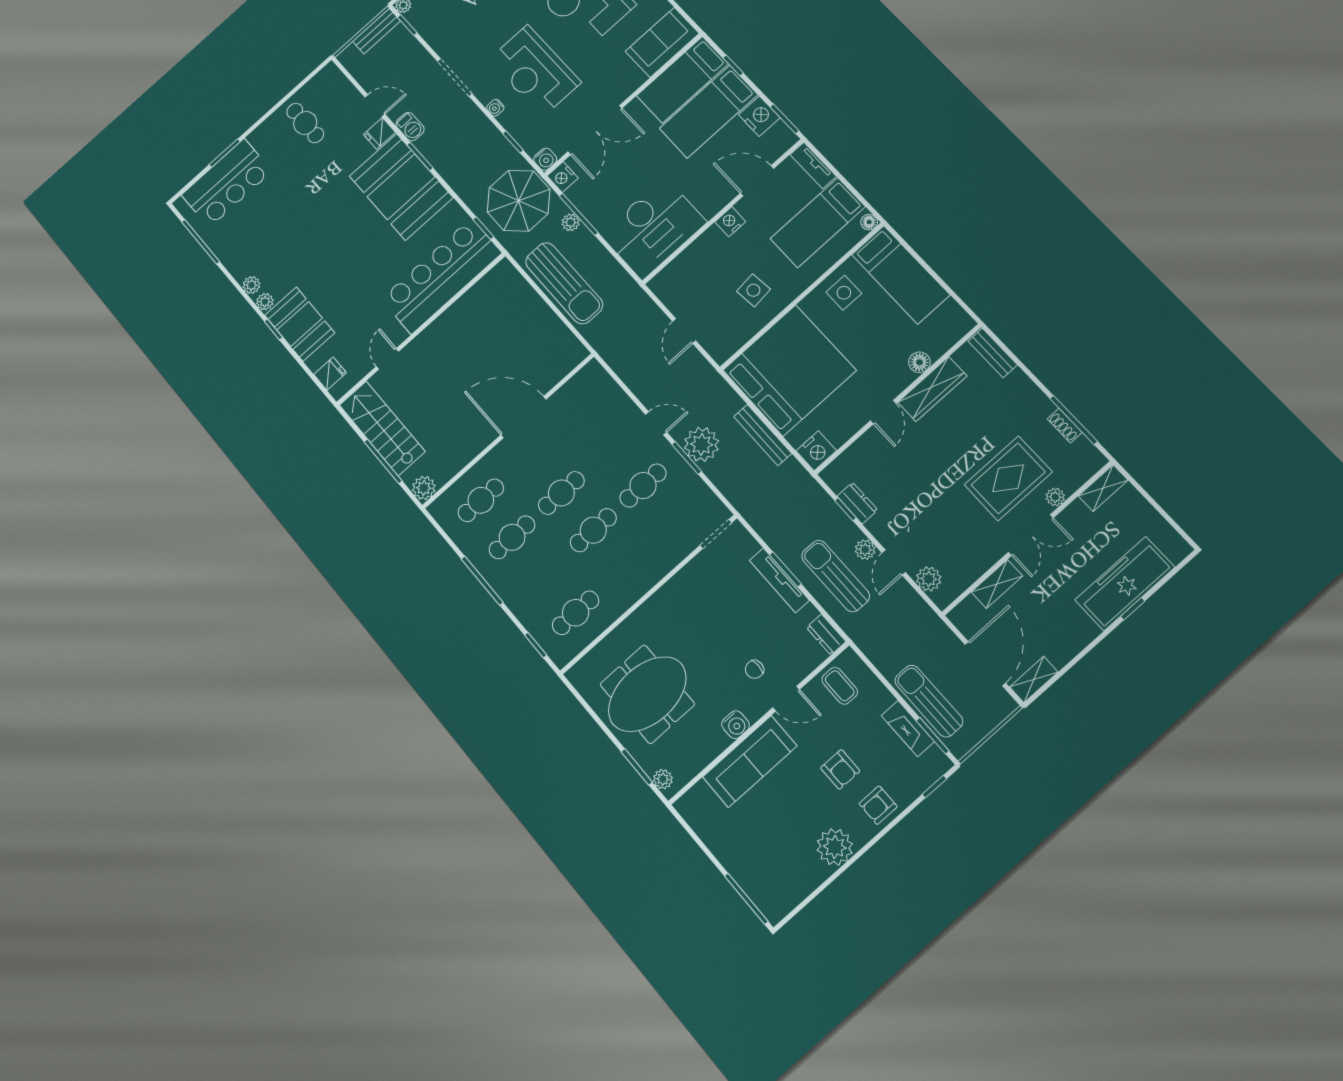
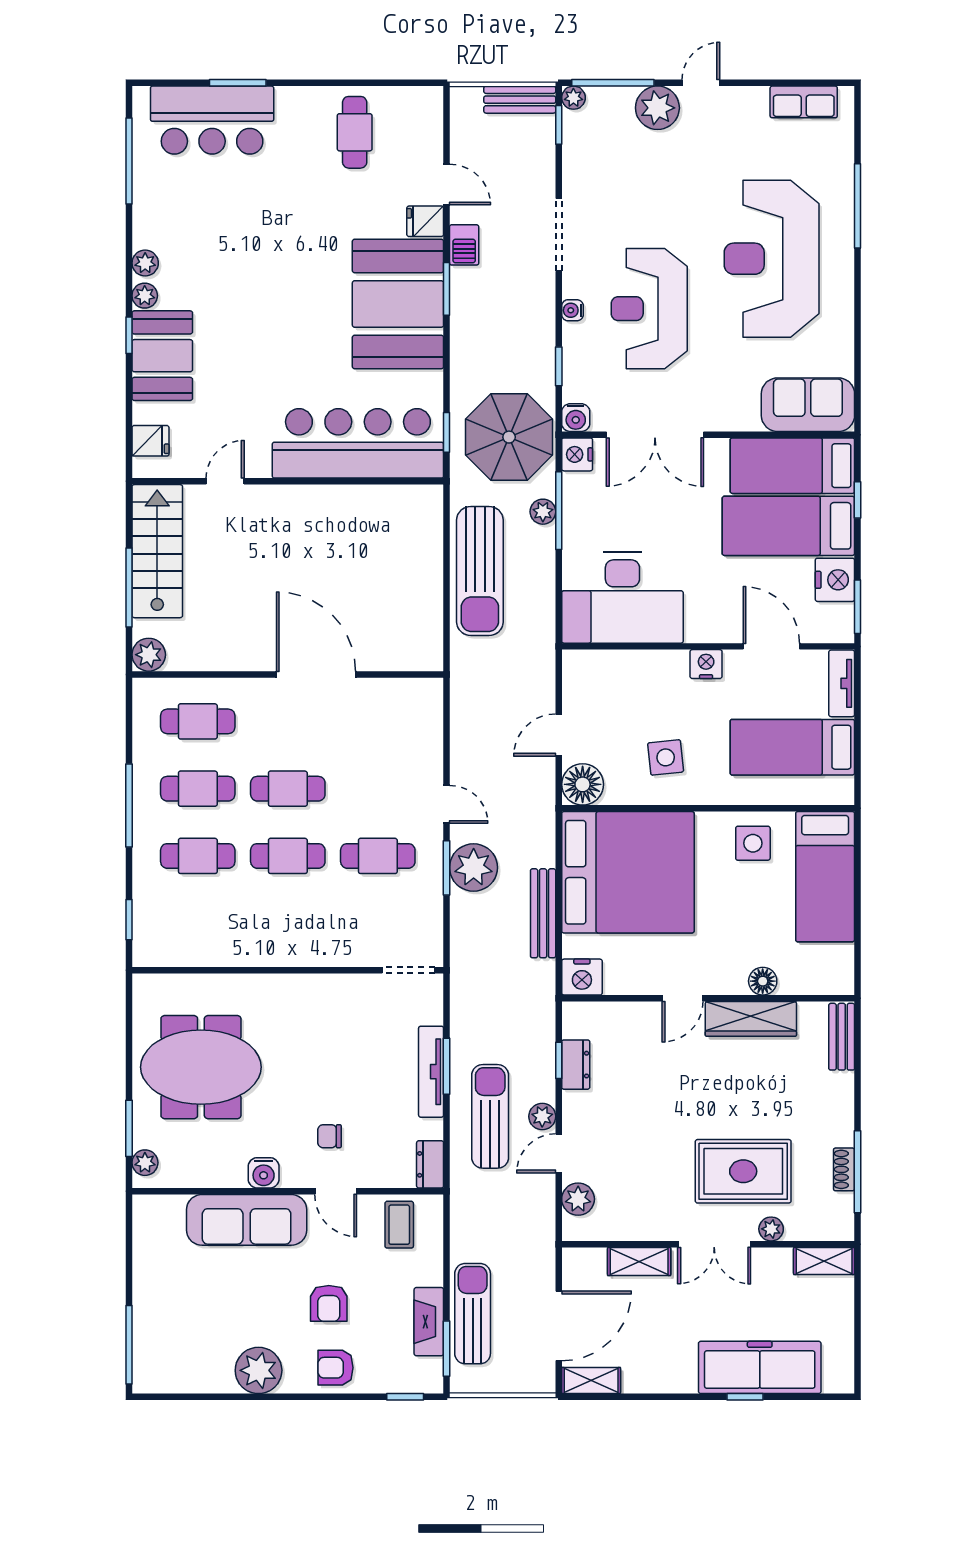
floor lamp: (869, 222) -> (583, 784), moved, width x1.89, depth x1.89
cafe table: (576, 613) -> (198, 856), moved

